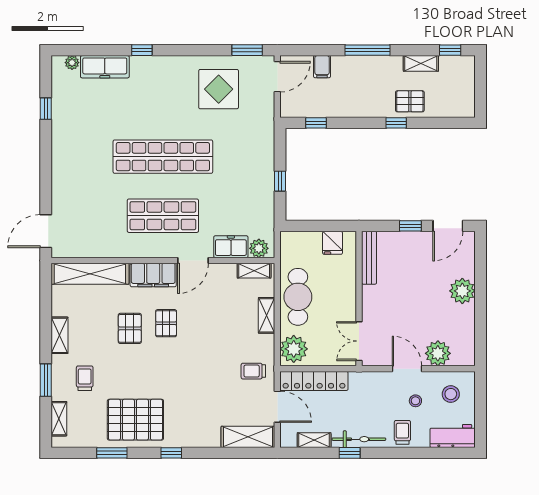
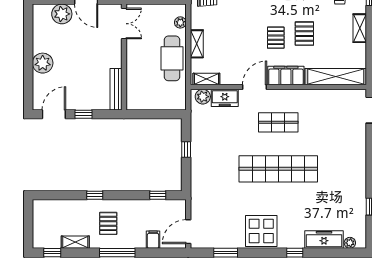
window: (247, 50) -> (226, 253), moved
display table: (219, 89) -> (261, 231), moved
pallet: (410, 101) -> (108, 223), moved, turned 90
shop shelf: (163, 216) -> (278, 122), width x0.70, depth x0.74
fridge: (333, 243) -> (145, 101), removed
plant: (294, 349) -> (180, 22), width x0.53, depth x0.53

